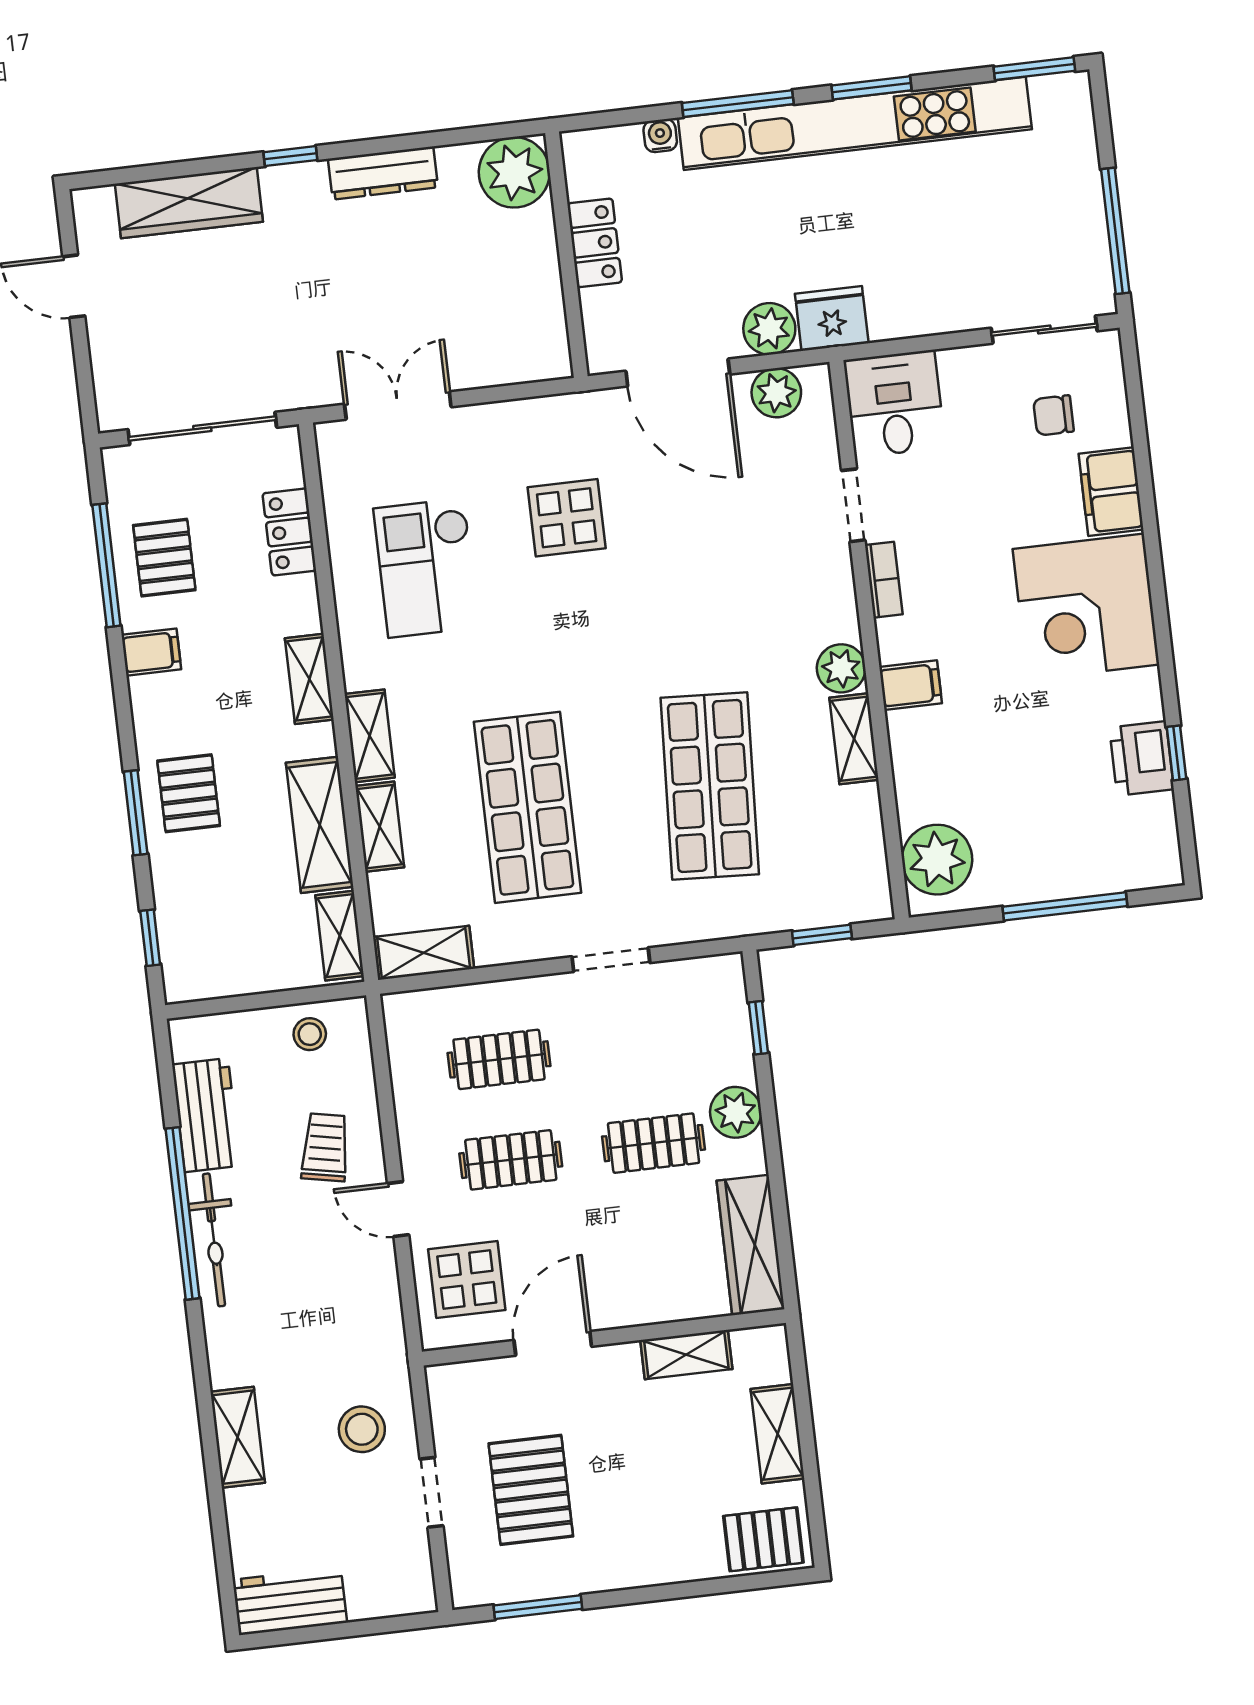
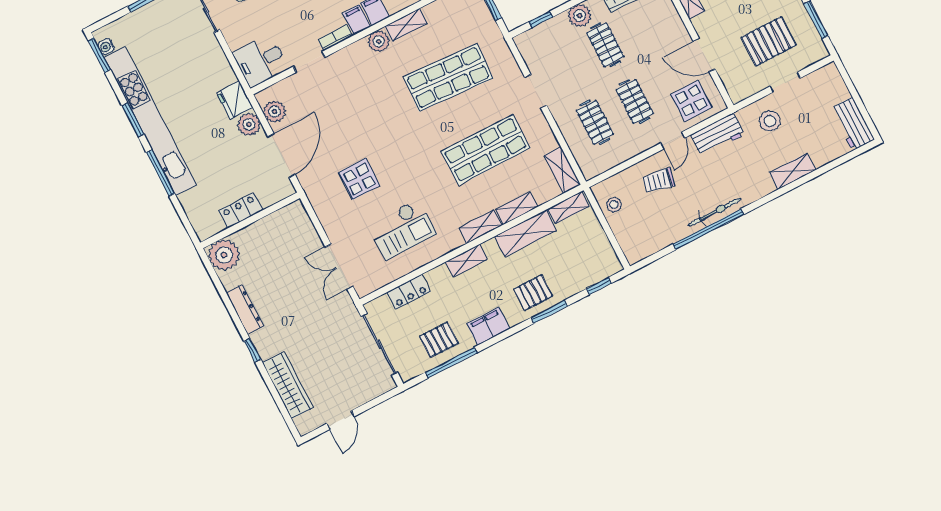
water cooler: (660, 136) -> (106, 47), moved
filing cabinet: (904, 639) -> (357, 20), added
filing cabinet: (151, 652) -> (488, 326), width x2.00
workbench: (206, 1115) -> (718, 135), moved, turned 180

